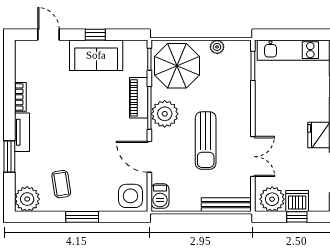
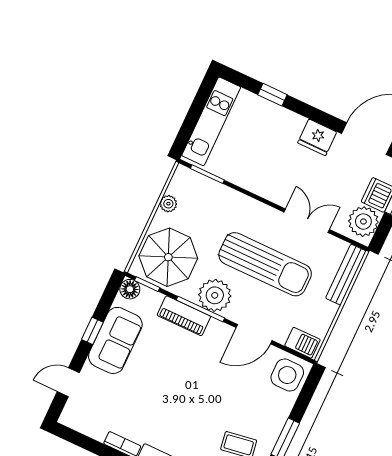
floor lamp: (140, 48) -> (130, 289), added
sun lounger: (206, 141) -> (265, 264), width x1.36, depth x1.34

